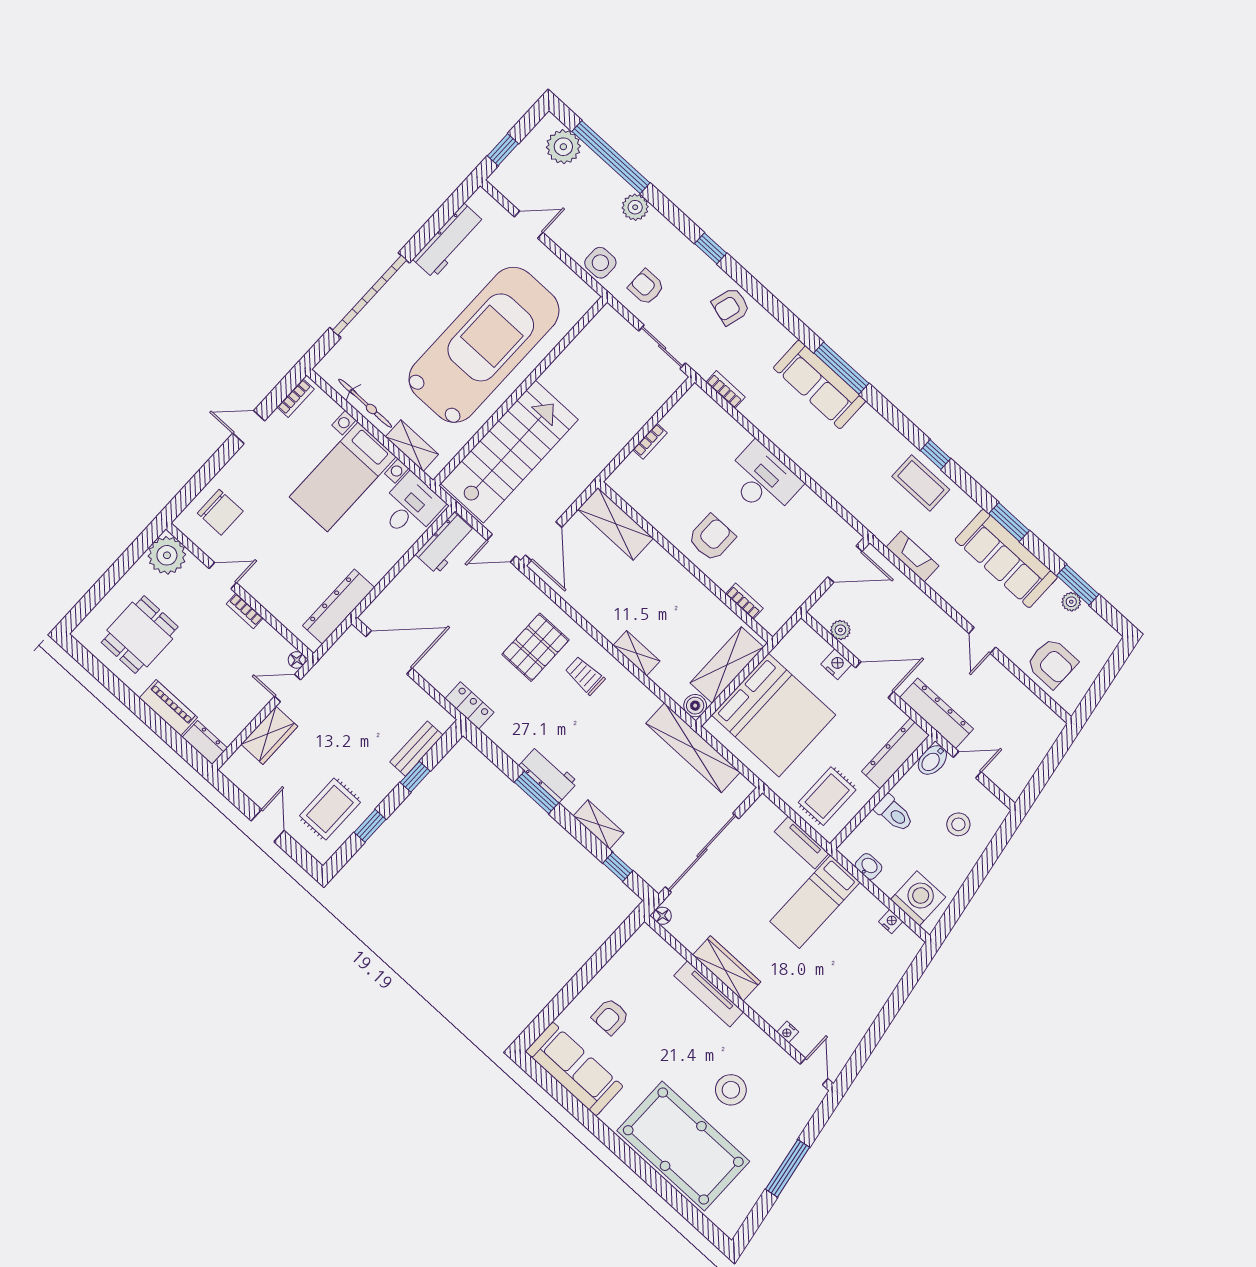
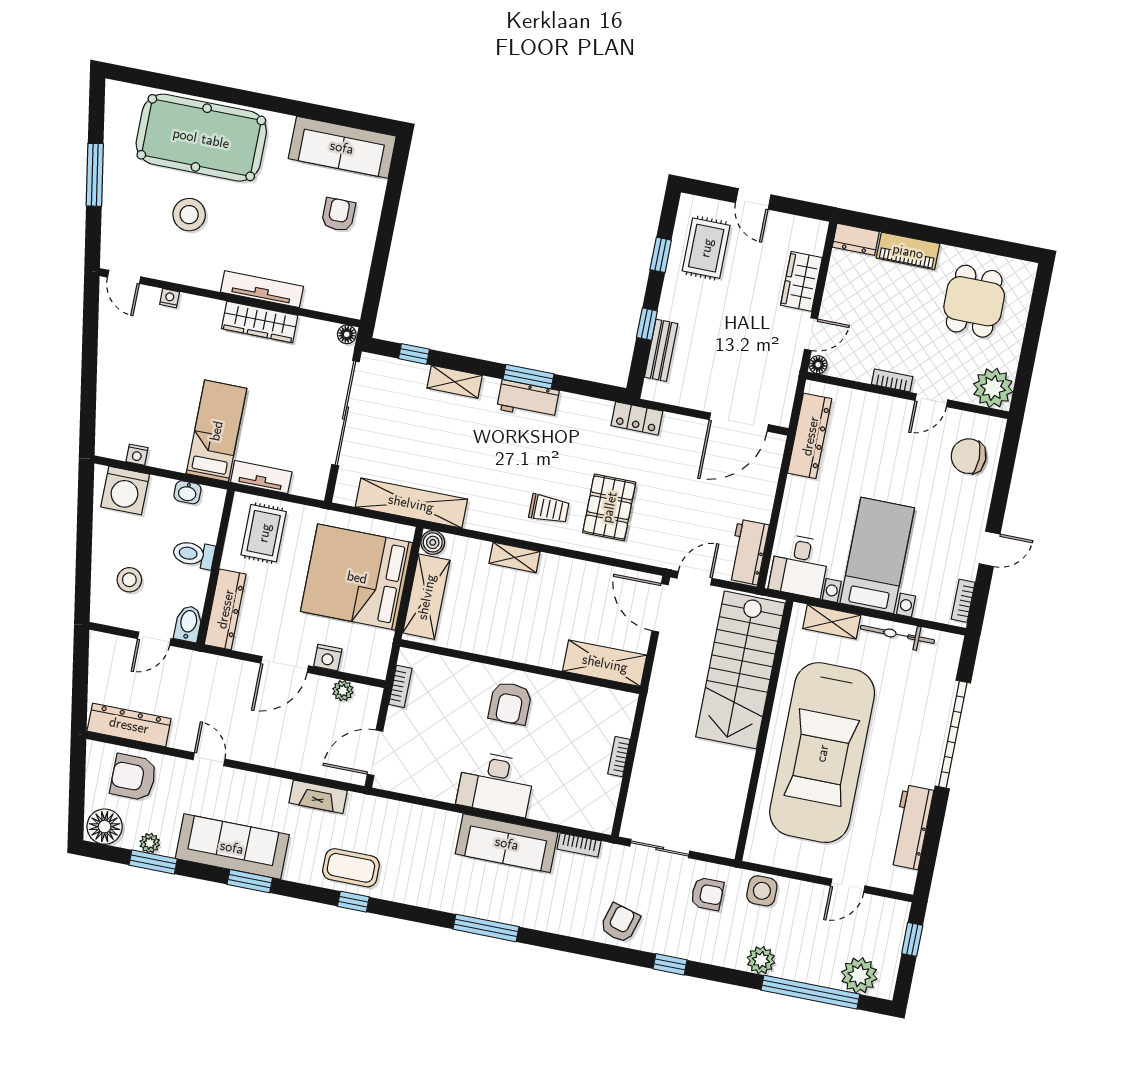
sofa: (820, 384) -> (507, 843), moved, turned 180
bookcase: (744, 601) -> (400, 686), moved, turned -90
floor lamp: (1100, 637) -> (105, 827), added
dresser: (937, 713) -> (129, 725), moved, turned 180

